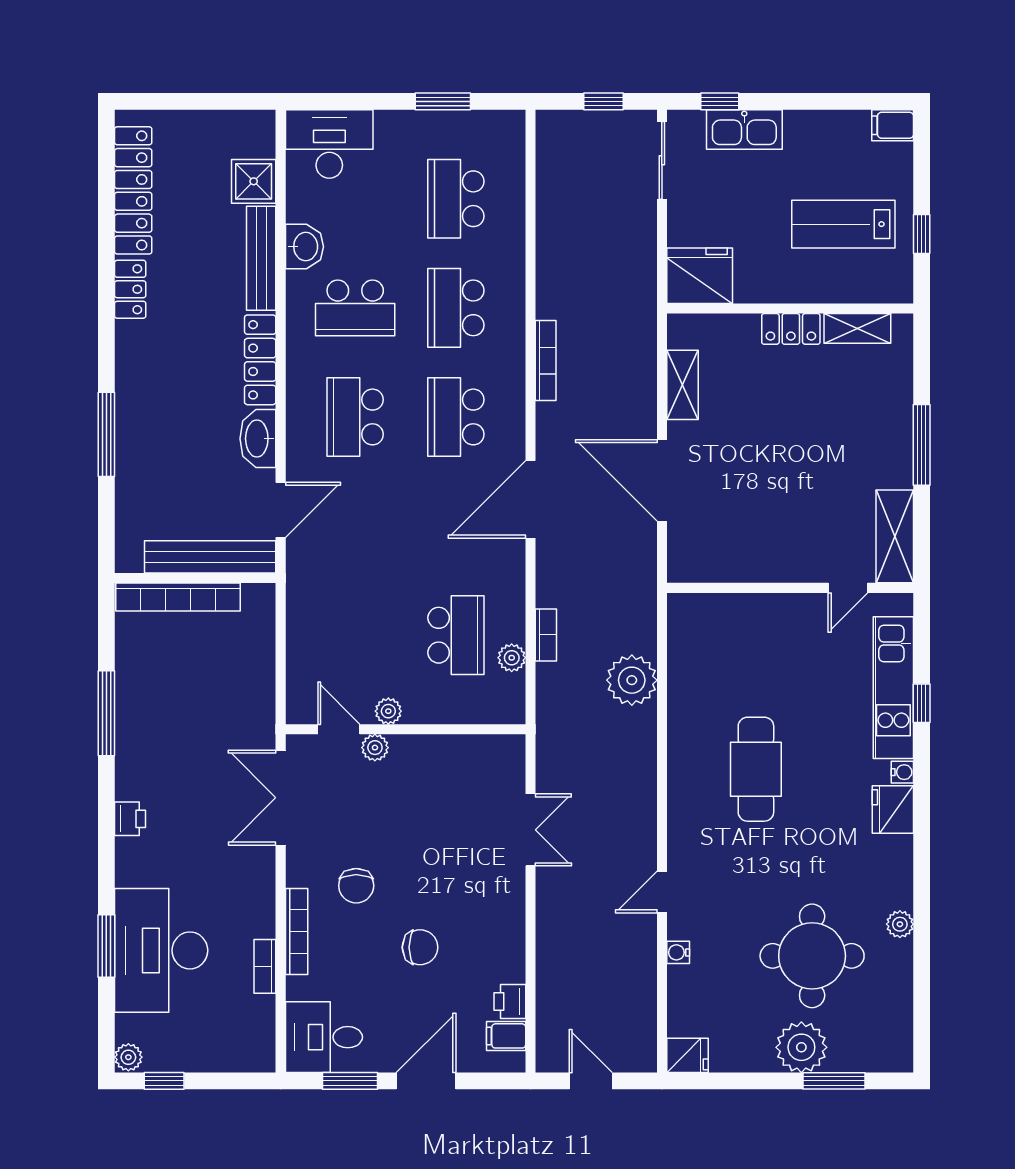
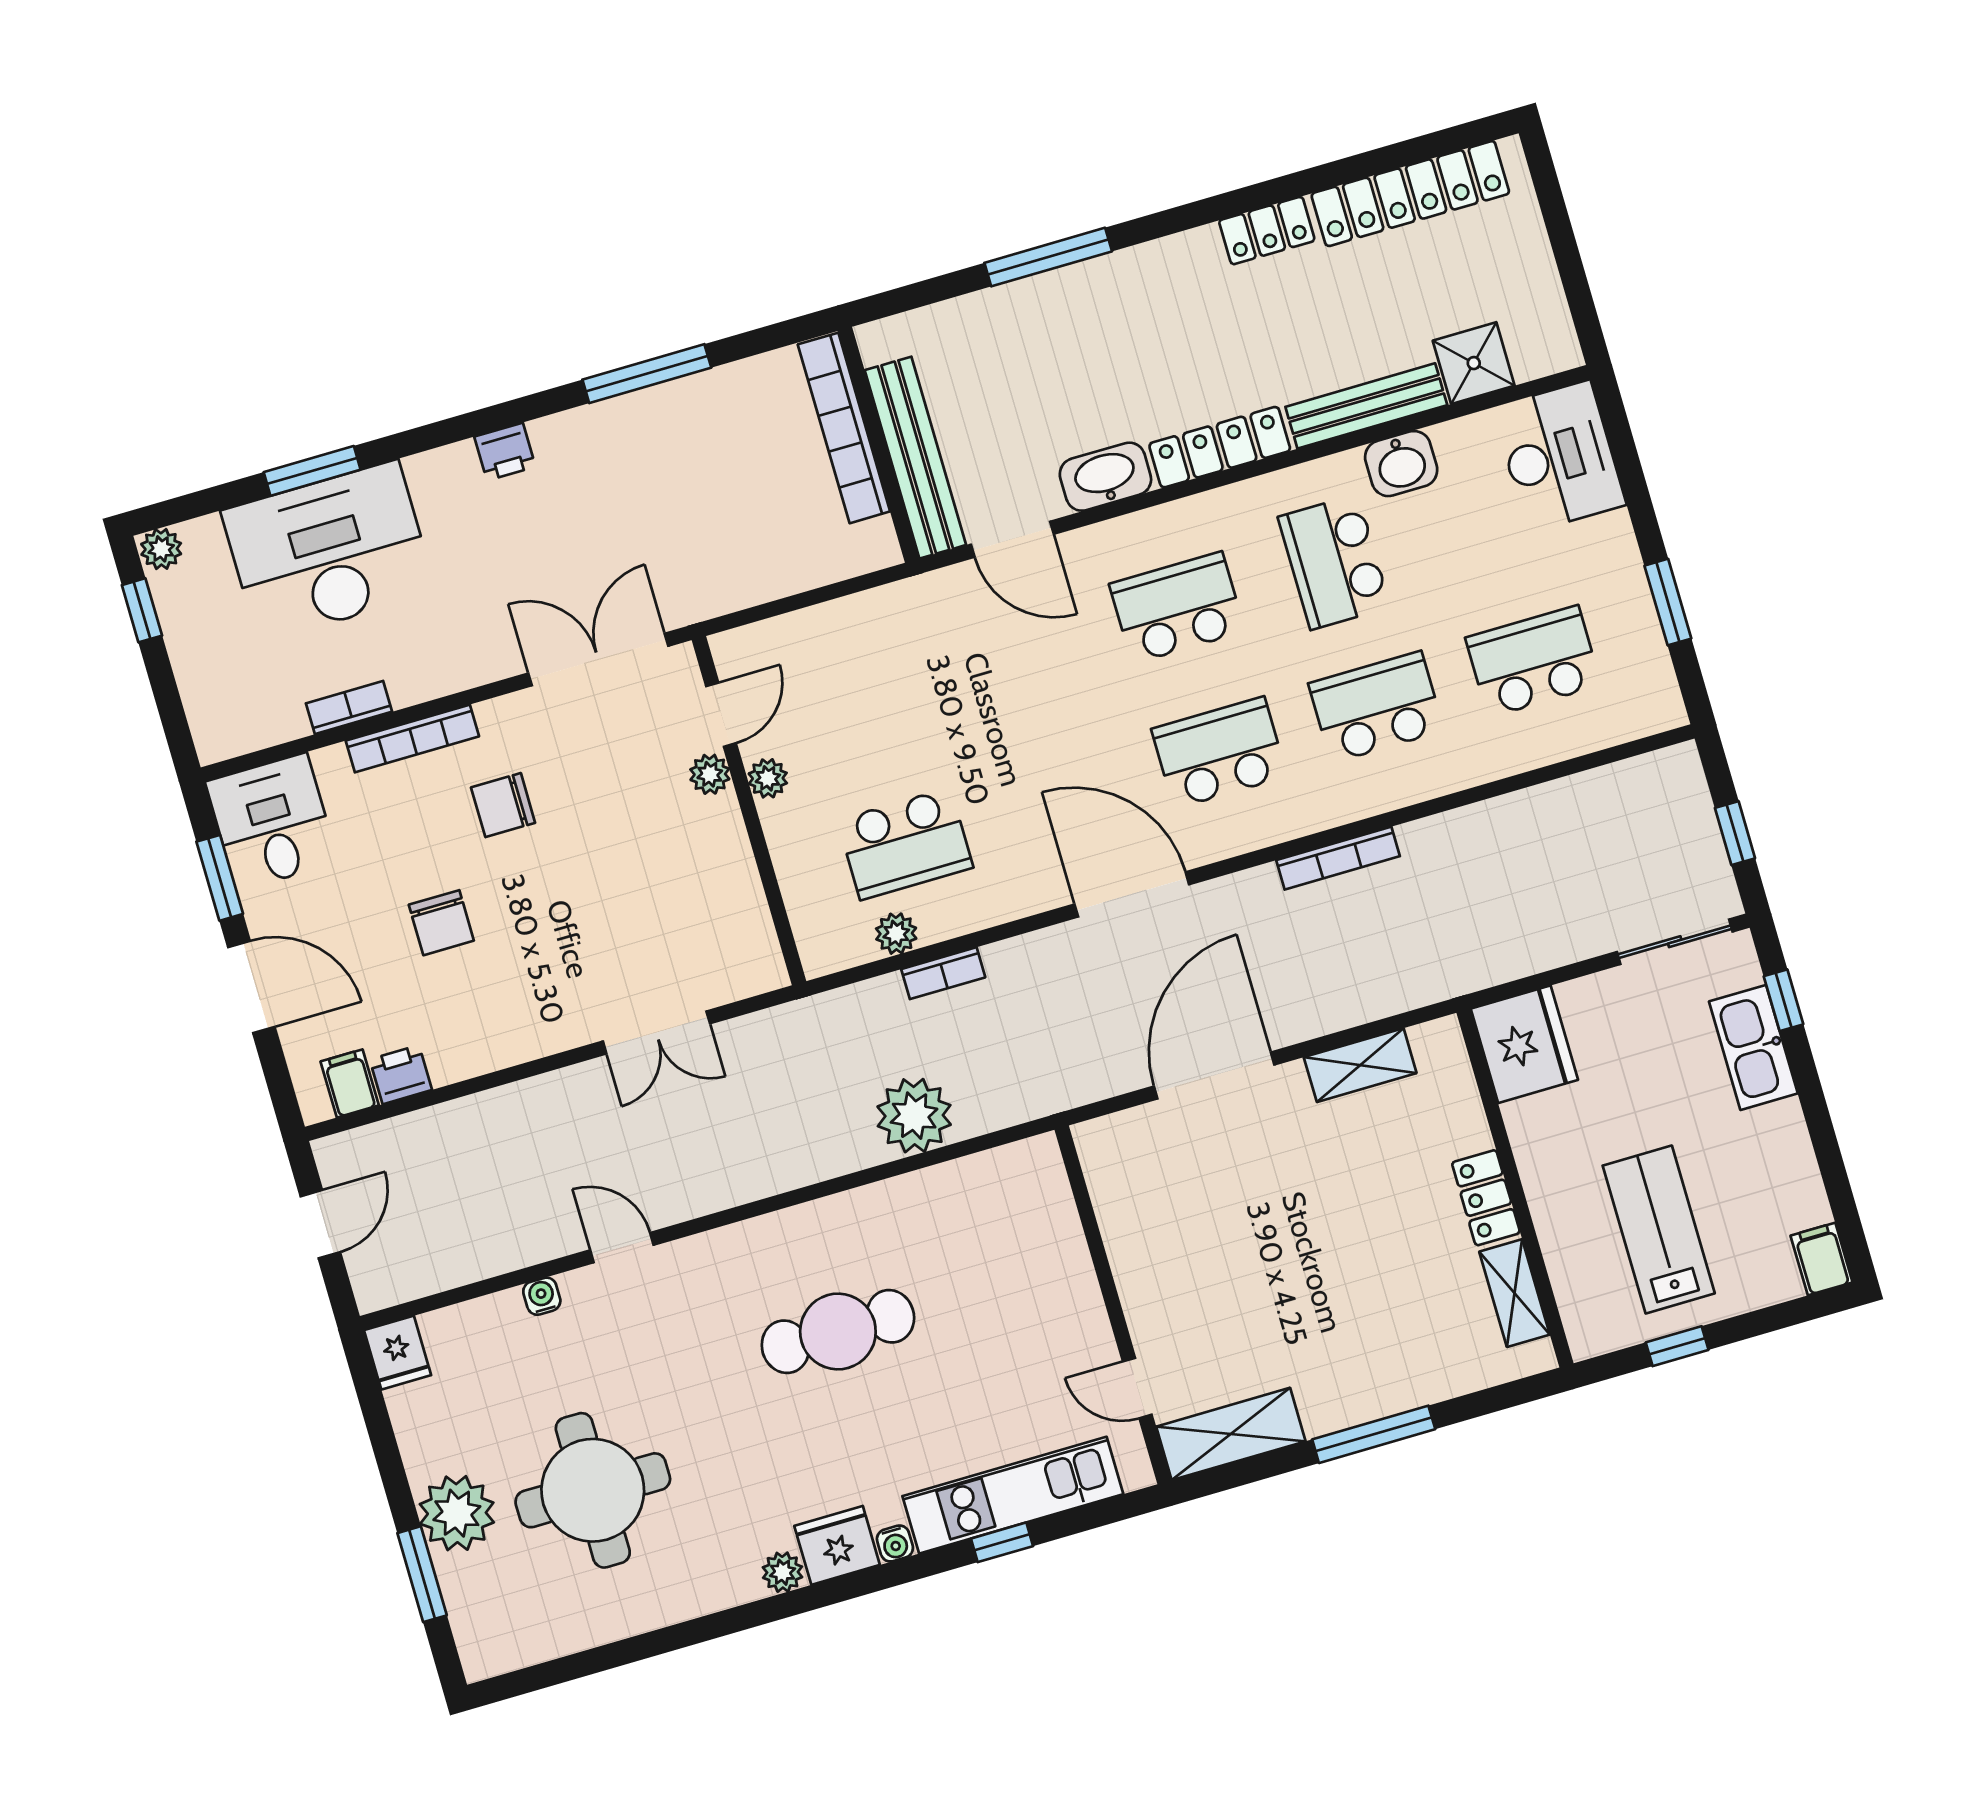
plant: (900, 924) -> (783, 1572), moved

